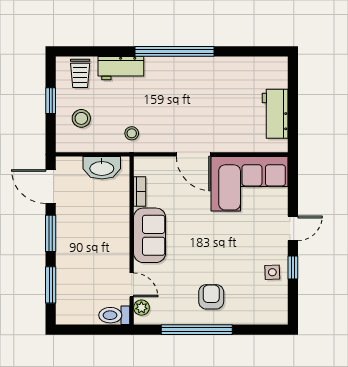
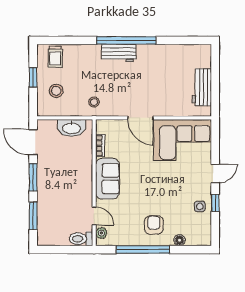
workbench: (121, 68) -> (119, 53), moved
floor lamp: (245, 317) -> (180, 240), added

